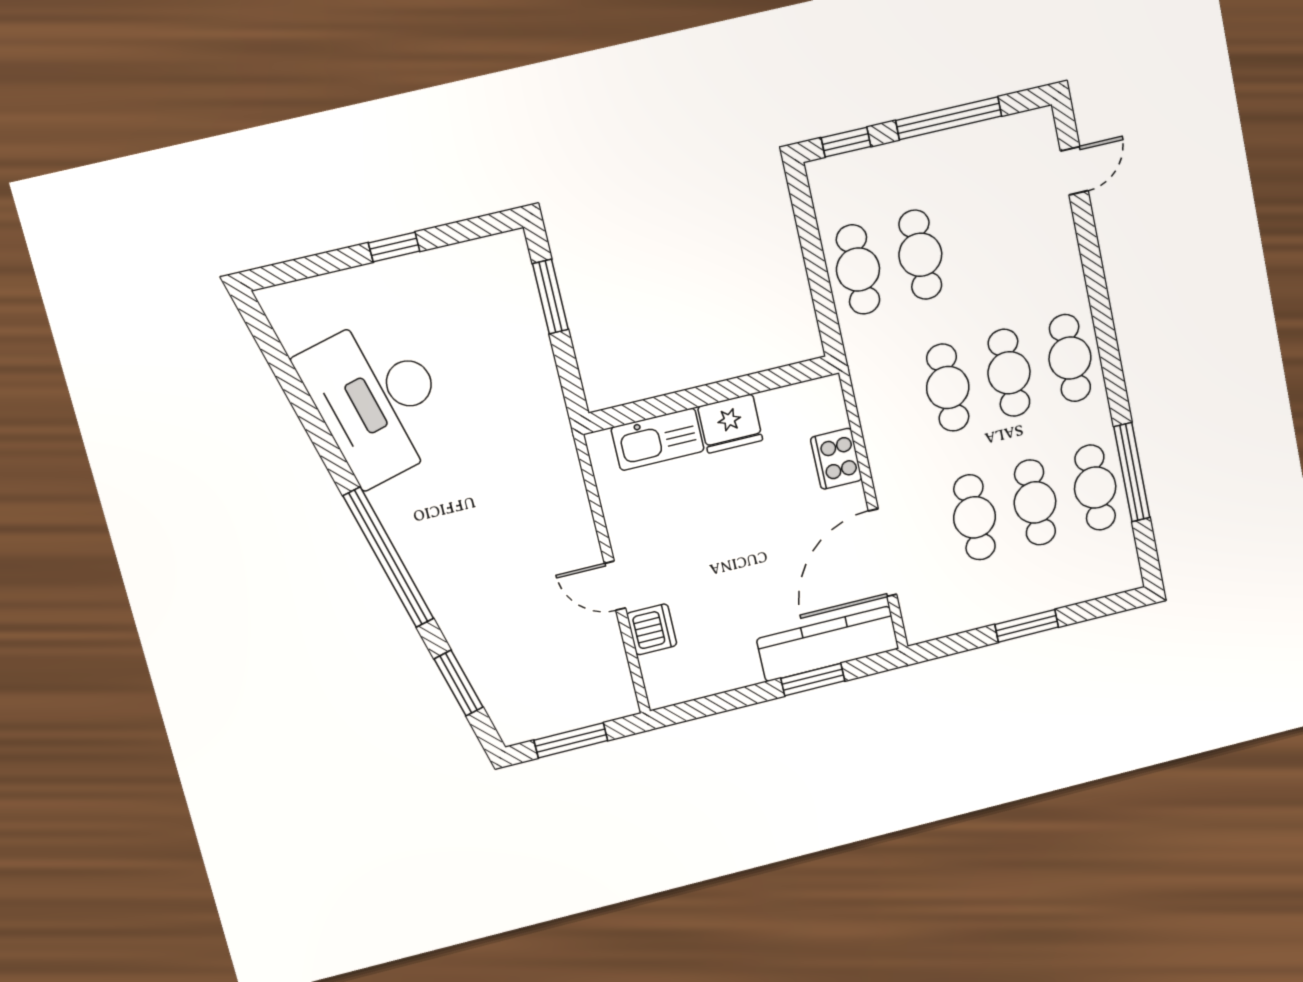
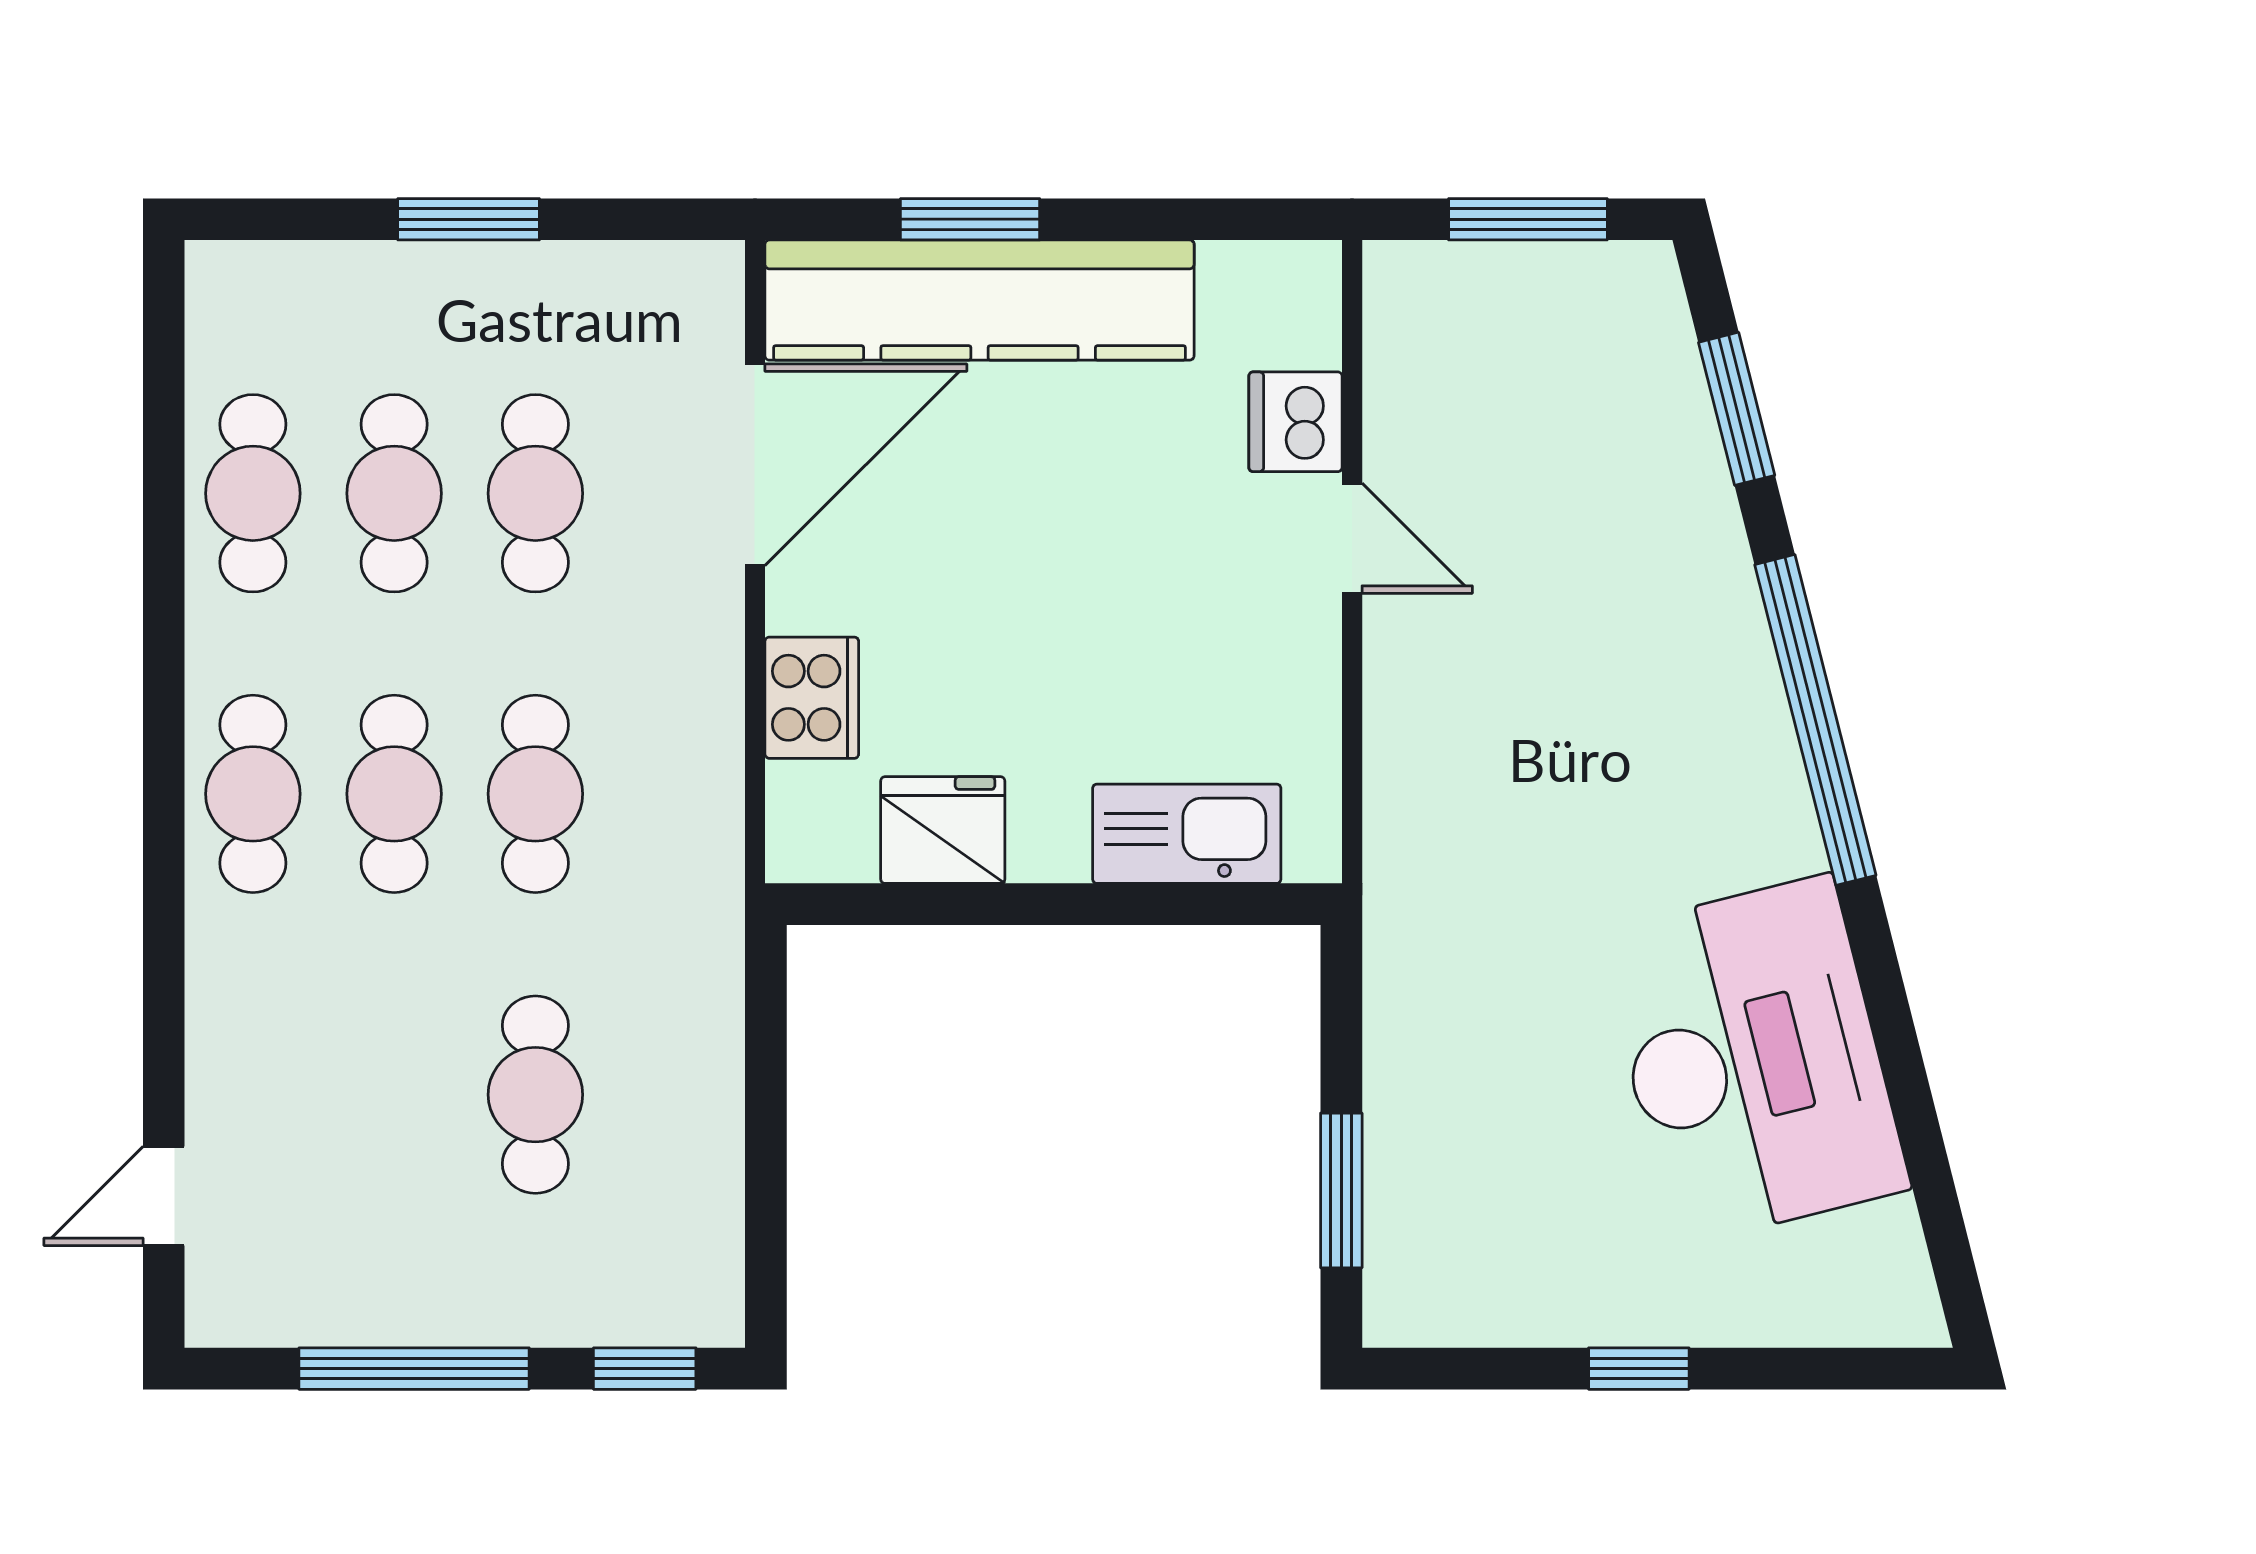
cafe table: (858, 269) -> (677, 1095), removed
fridge: (730, 424) -> (943, 830), moved
window: (1132, 472) -> (164, 507), removed
kitchen counter: (828, 644) -> (979, 300), width x1.39, depth x1.17

